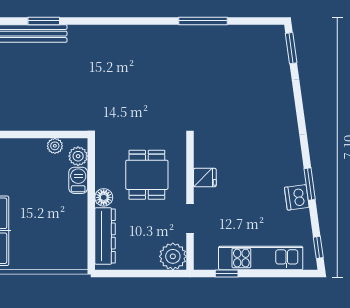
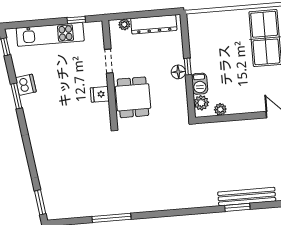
dining table: (147, 175) -> (133, 97), moved
window: (91, 203) -> (188, 66), added
dresser: (105, 236) -> (154, 24), moved, turned -90
plant: (173, 256) -> (124, 24), width x0.53, depth x0.53

